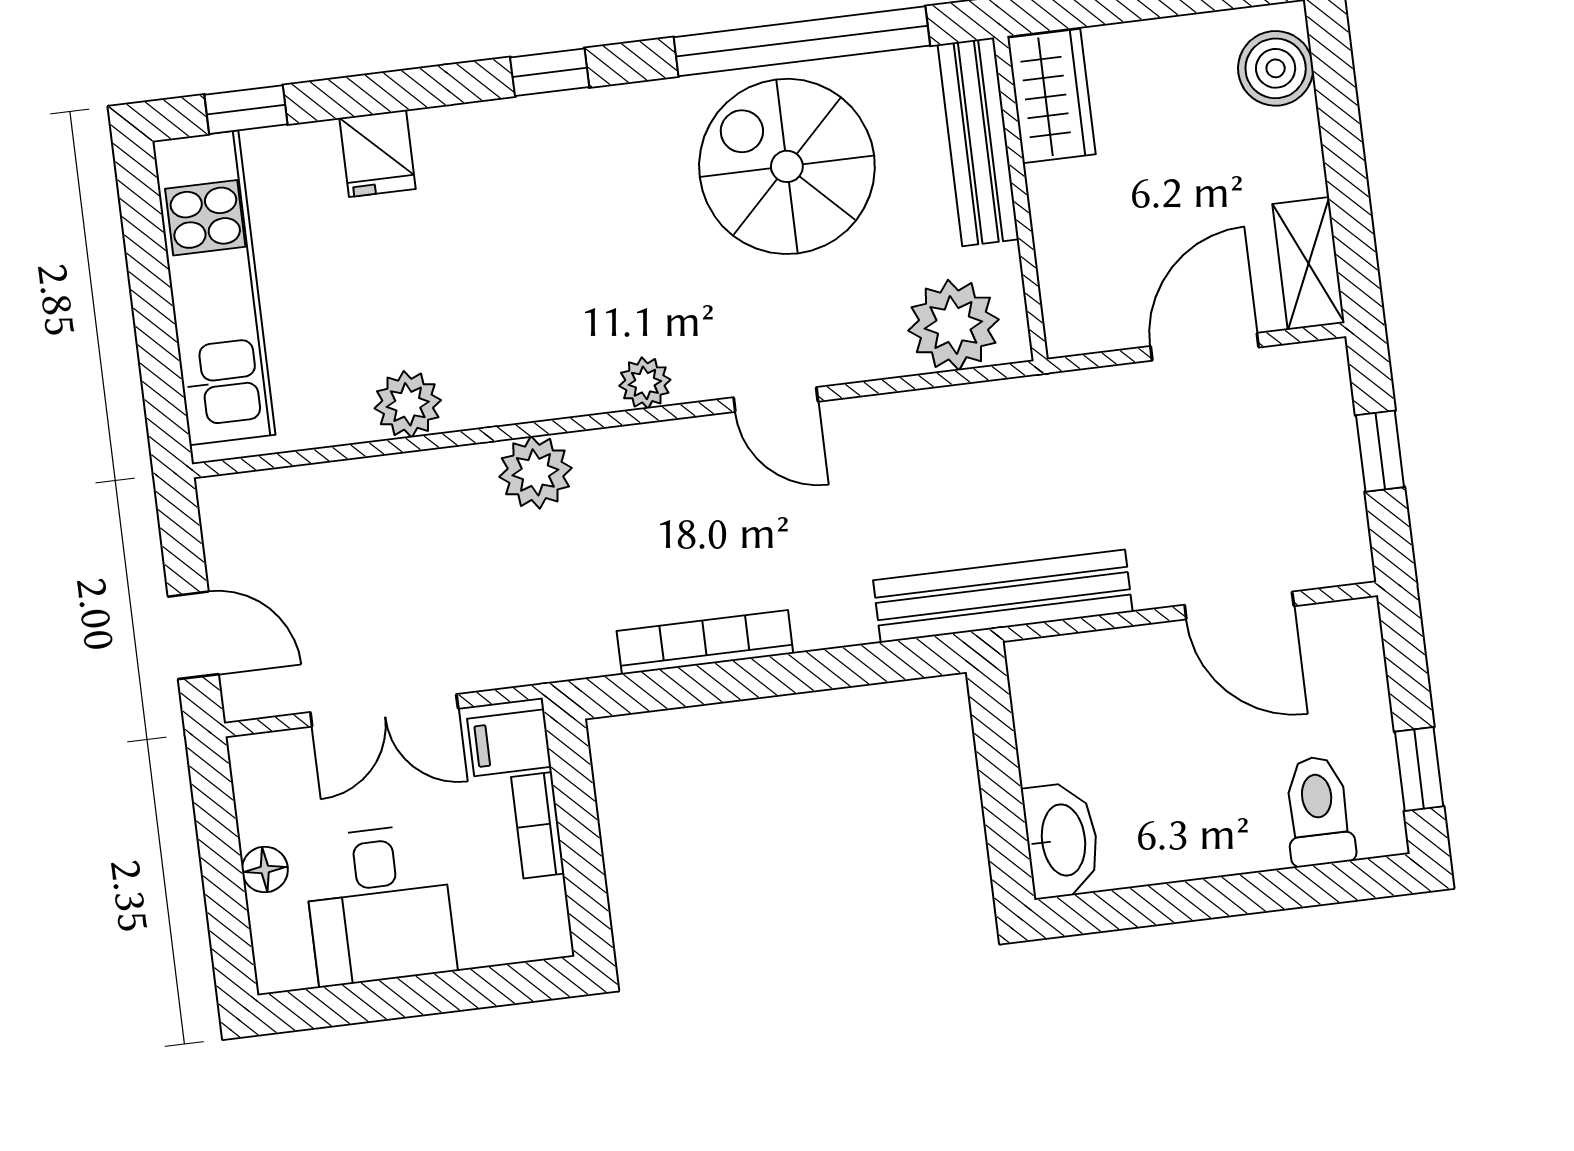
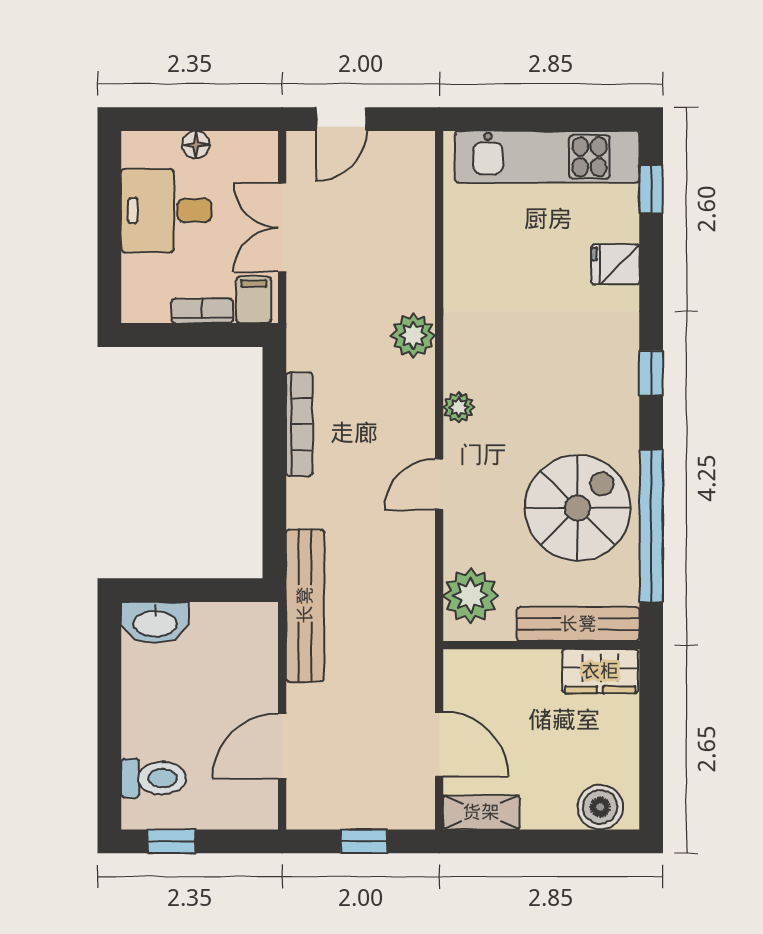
plant: (408, 404) -> (463, 264), removed

